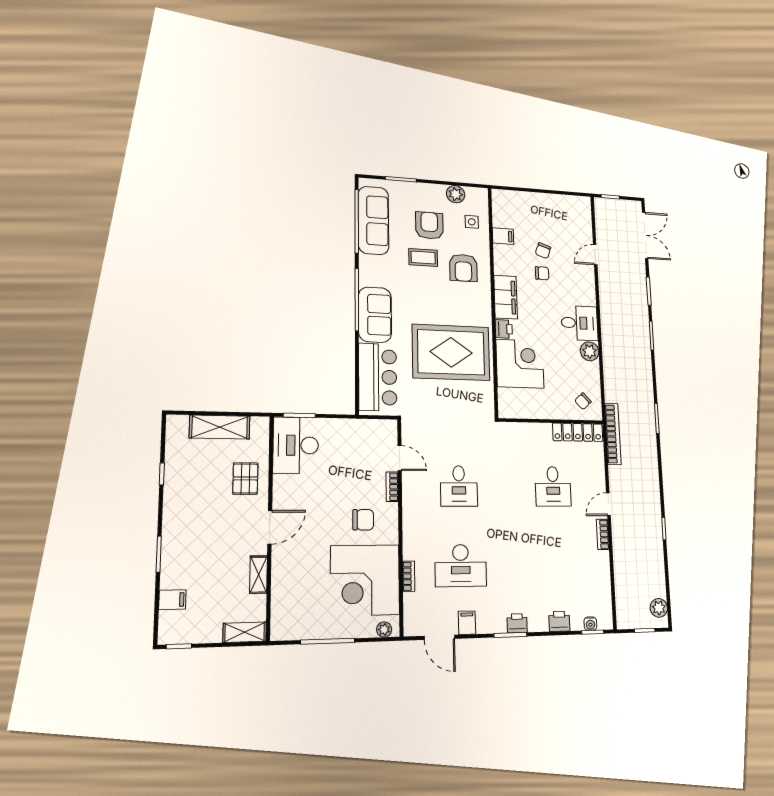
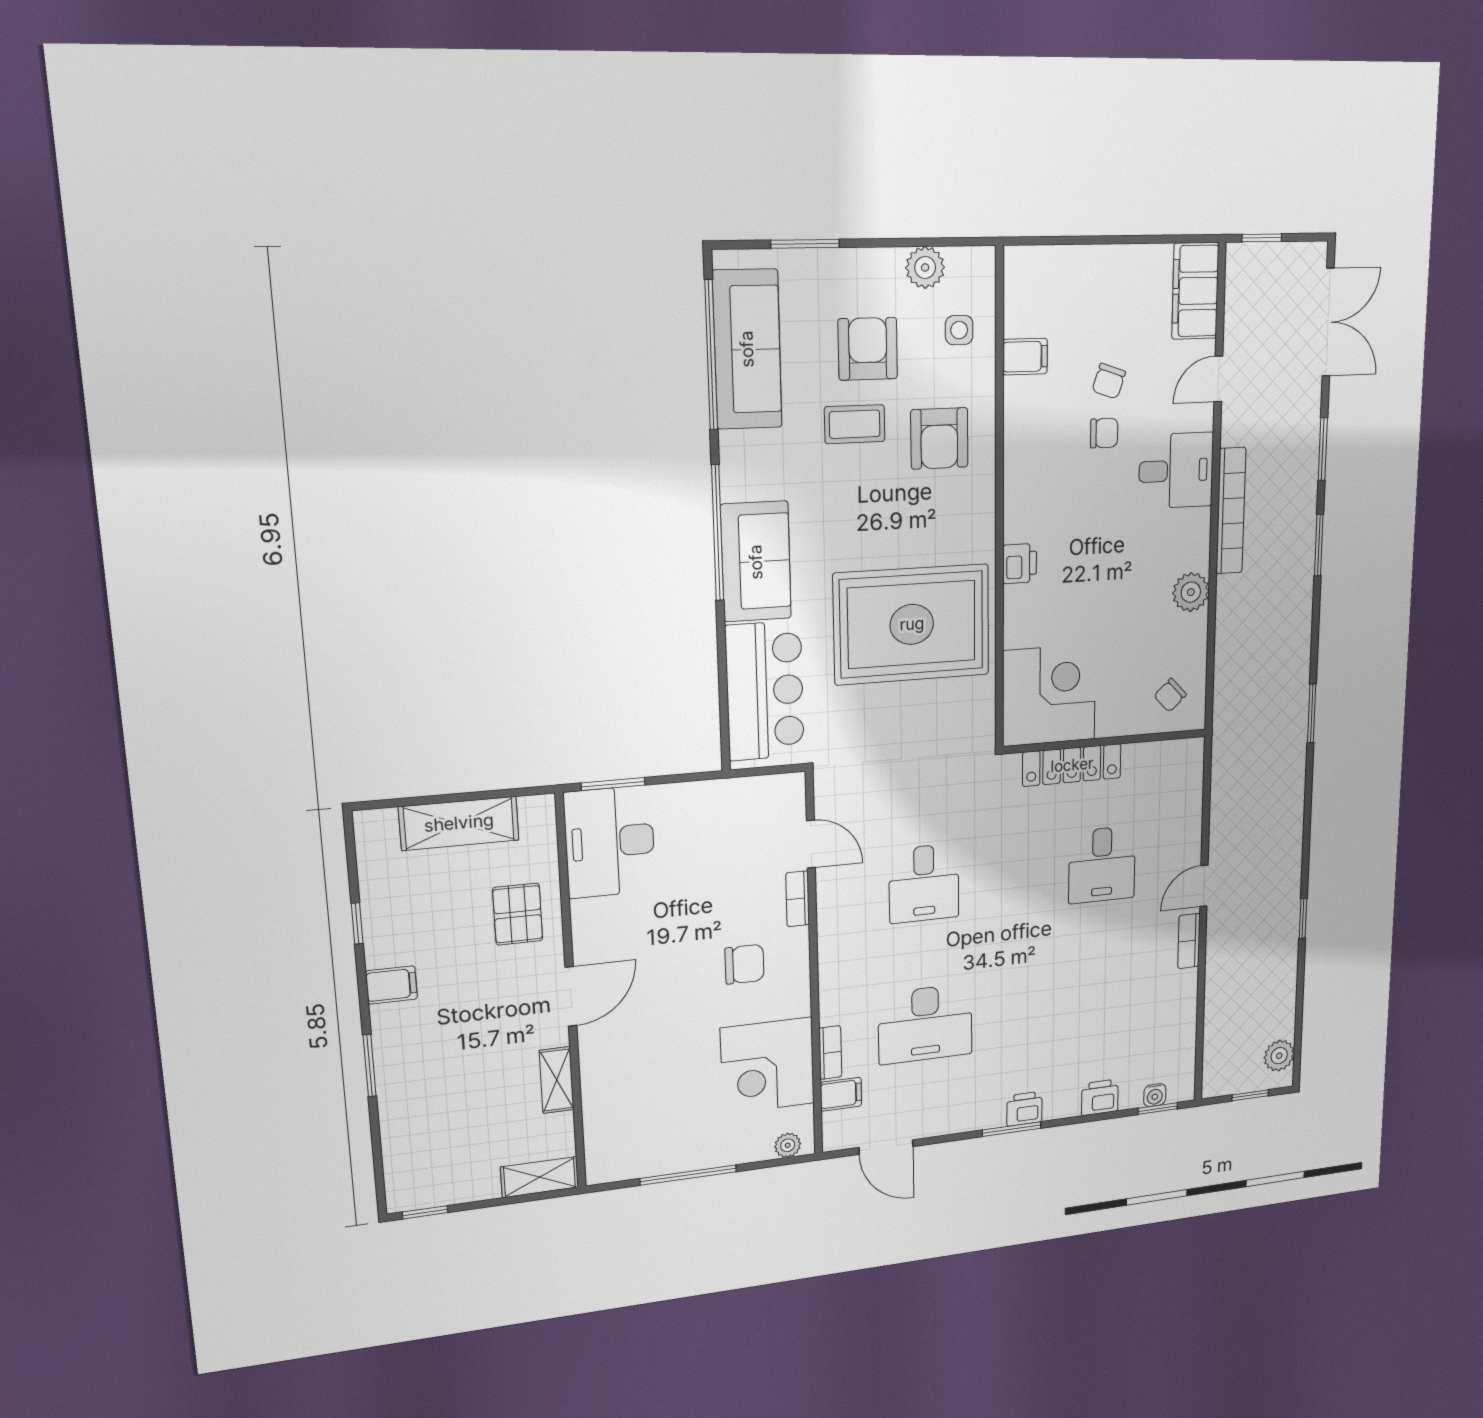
filing cabinet: (506, 297) -> (1195, 291), moved, turned 180
desk: (579, 323) -> (1176, 471), moved
corner desk: (520, 364) -> (1049, 695), moved
locker: (578, 432) -> (1072, 765), moved
bookcase: (613, 434) -> (1231, 511), moved
corner desk: (365, 580) -> (768, 1066), width x0.74, depth x0.74
filing cabinet: (172, 600) -> (391, 985), moved
filing cabinet: (467, 623) -> (841, 1094), moved, turned 90

